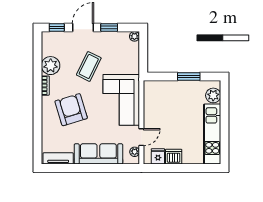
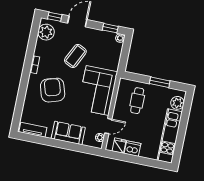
window: (109, 27) -> (110, 28), moved
plant: (51, 66) -> (46, 32), moved
cafe table: (168, 102) -> (137, 101), added
sofa: (98, 154) -> (68, 133), width x0.73

